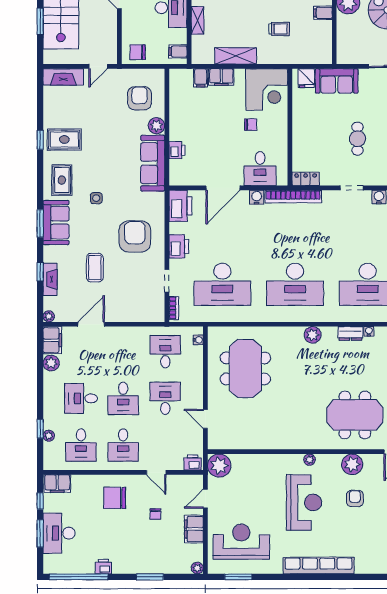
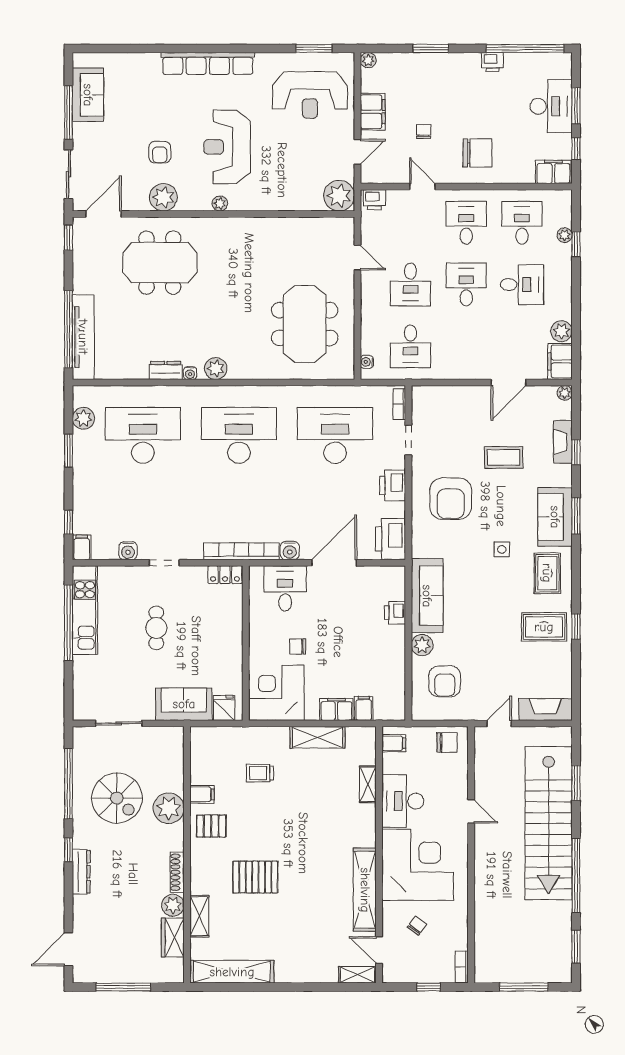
coffee table: (95, 268) -> (504, 457), turned 90
water cooler: (369, 331) -> (190, 373), moved

